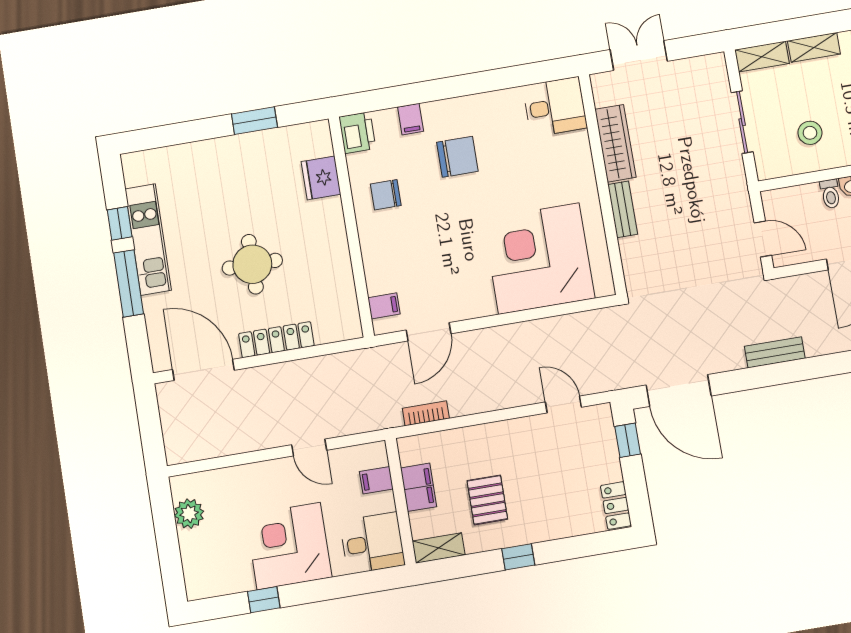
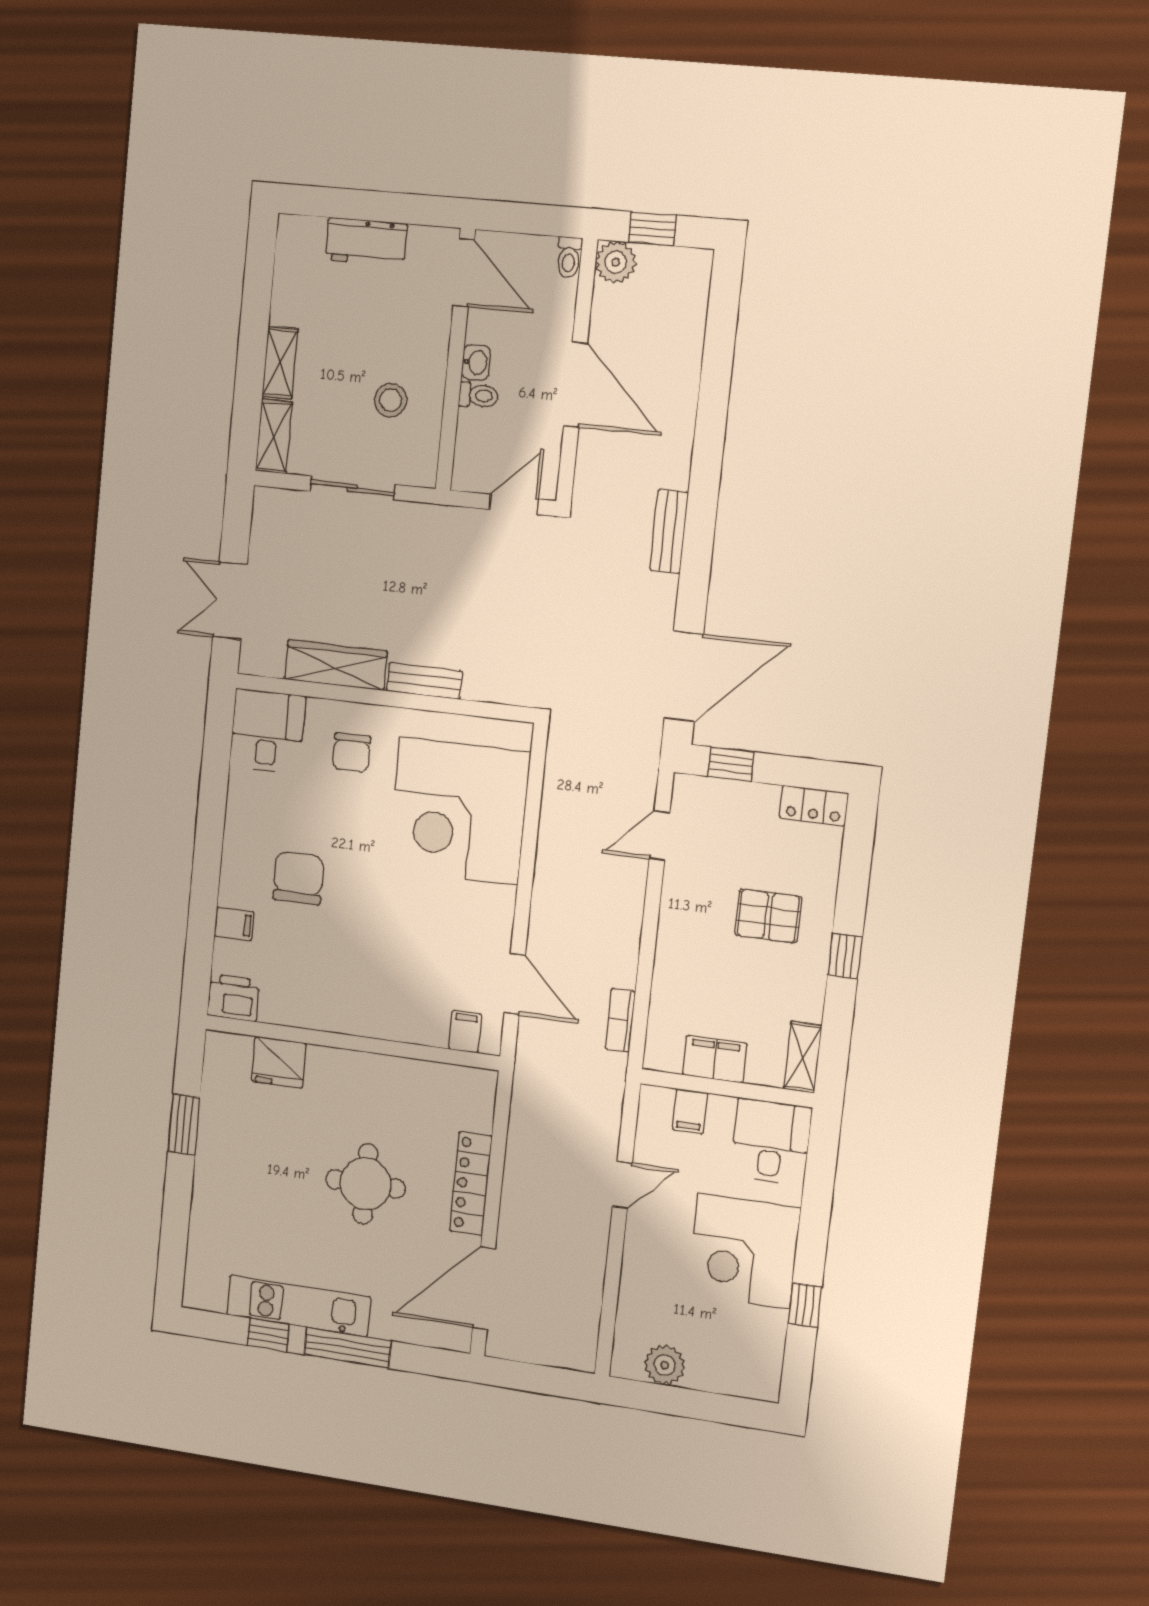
chair: (386, 195) -> (351, 753), moved
pallet: (487, 500) -> (768, 916), moved

